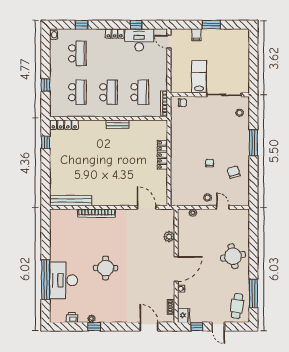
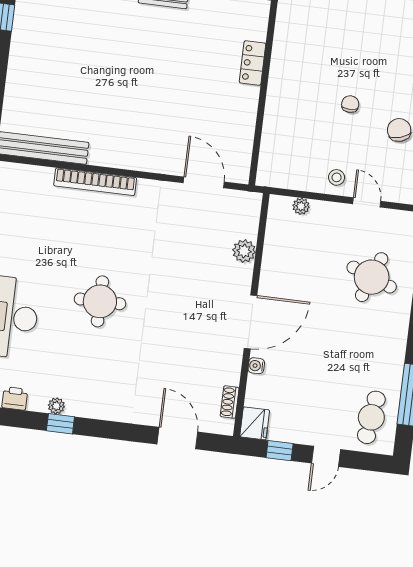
locker: (162, 155) -> (253, 63), width x0.66
round table: (233, 256) -> (372, 277), moved, turned 32
door: (218, 327) -> (326, 456), hinge flipped

